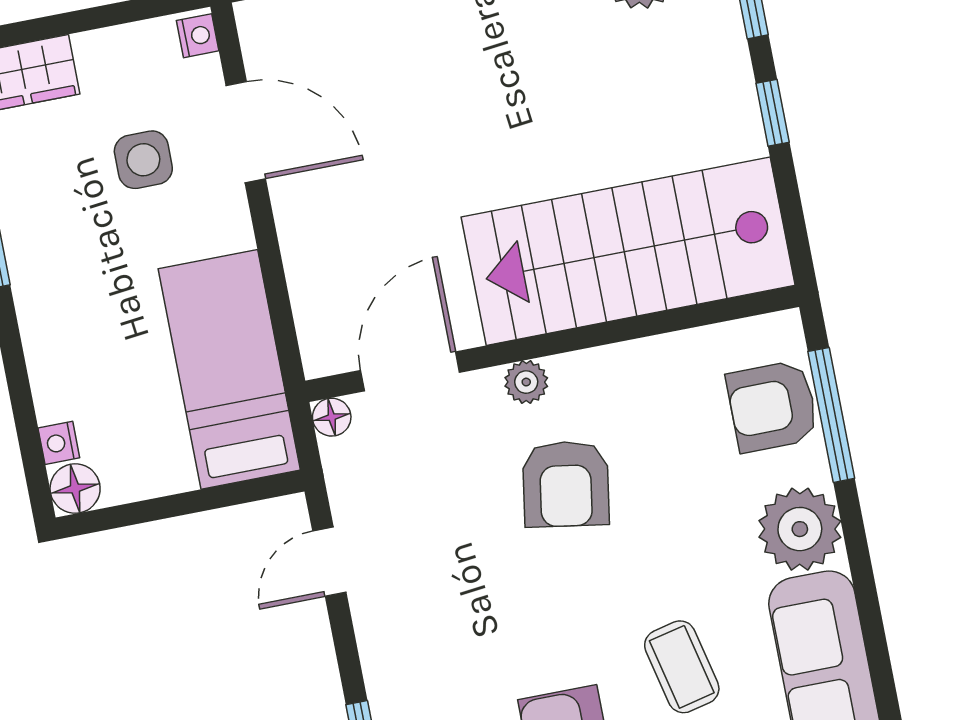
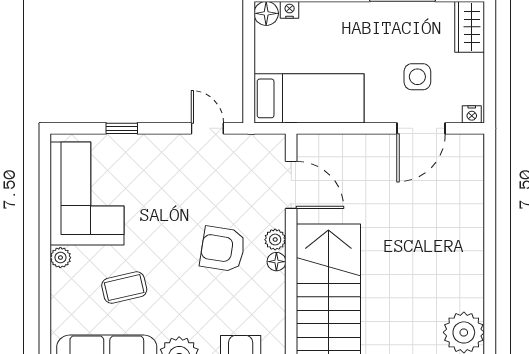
floor lamp: (332, 417) -> (276, 262), moved

